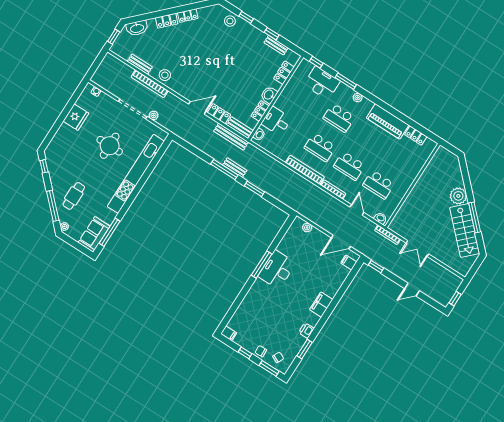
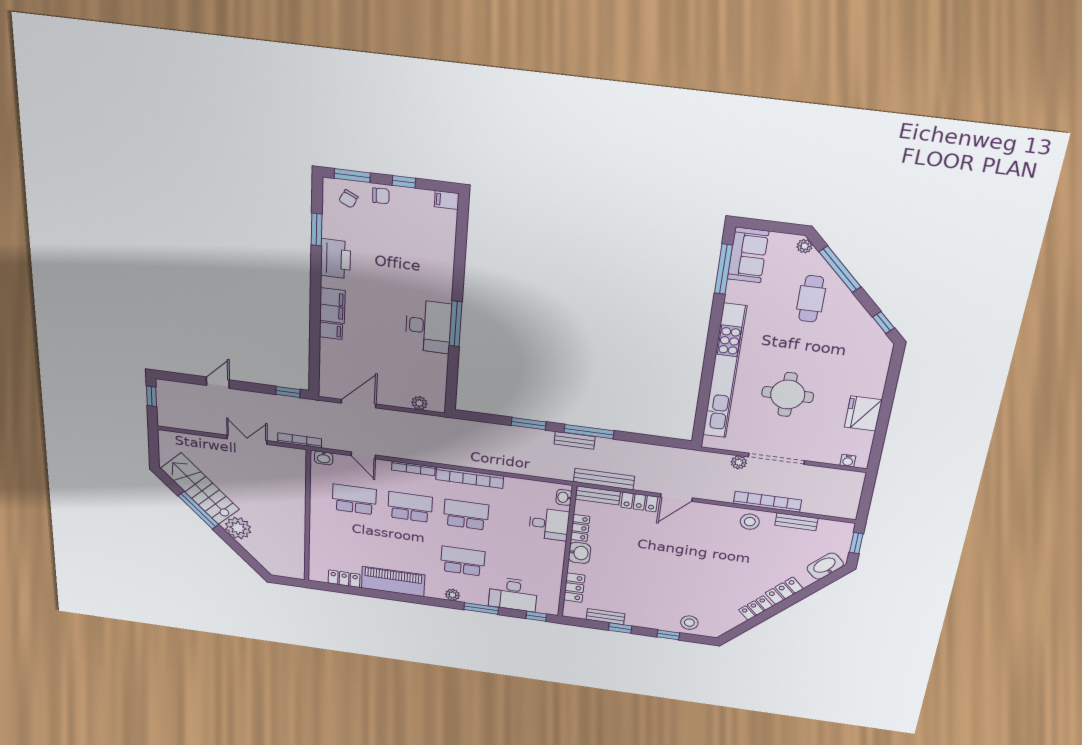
filing cabinet: (349, 262) -> (331, 331), moved
printer: (306, 331) -> (336, 259), width x1.87, depth x1.48

